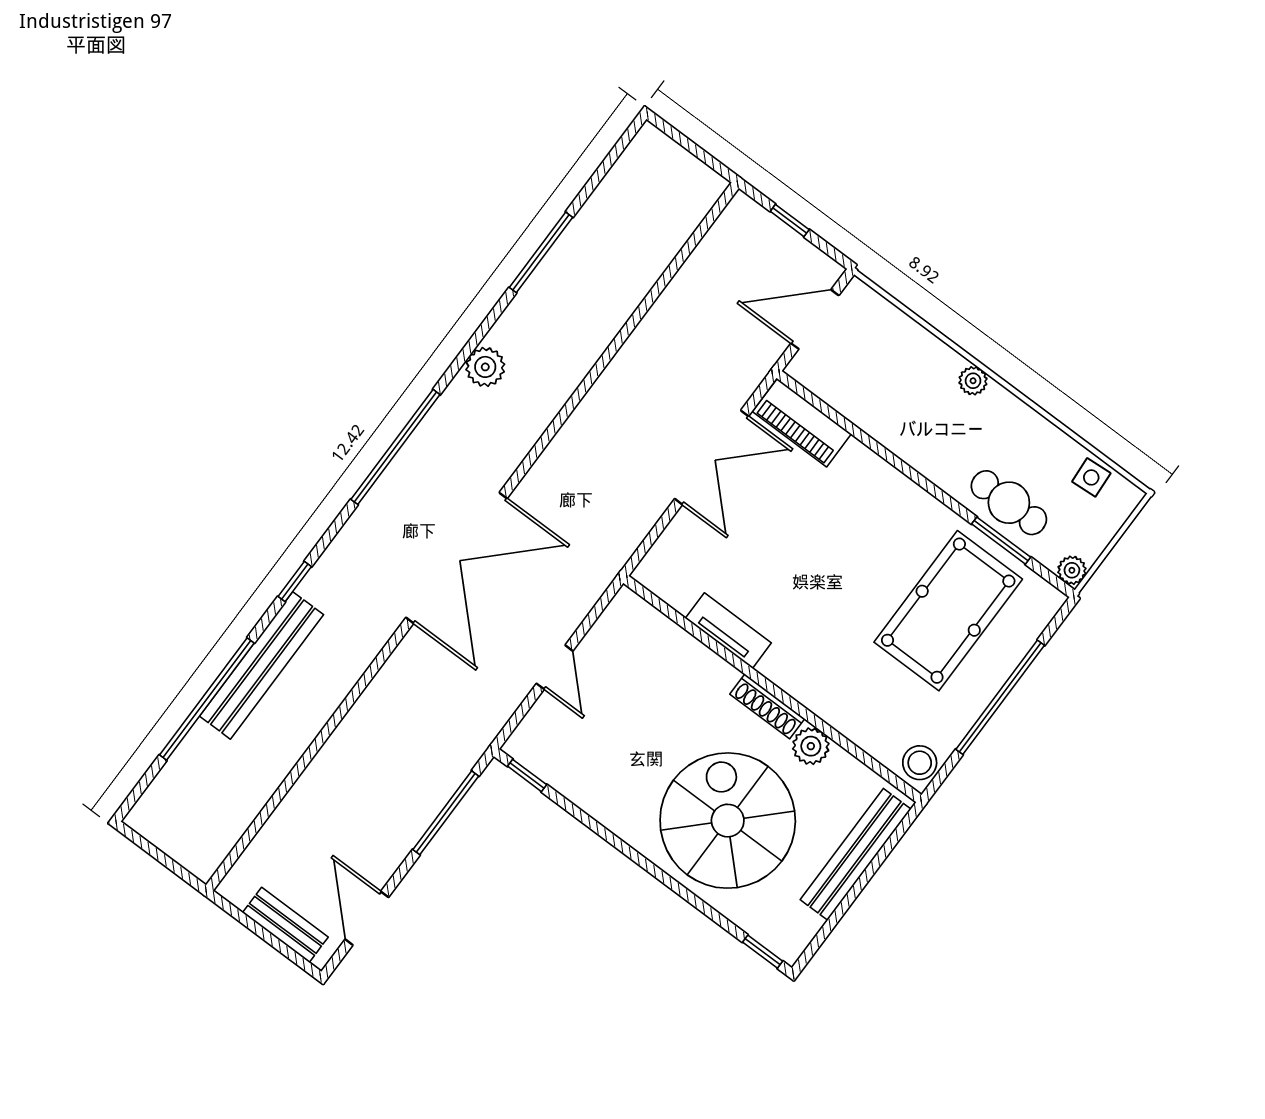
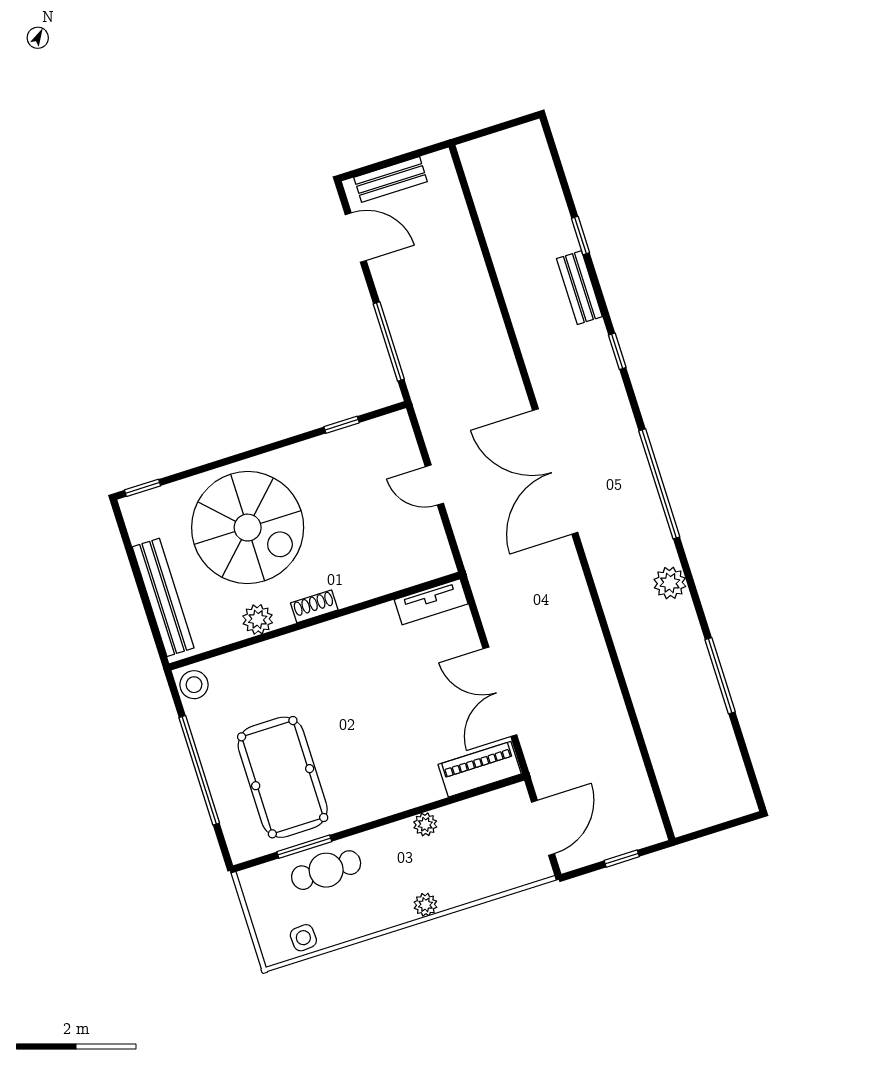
plant: (1072, 570) -> (425, 824), moved
tv unit: (728, 631) -> (431, 602), moved
bench: (262, 665) -> (579, 288), width x0.54, depth x0.82
window: (207, 699) -> (580, 236), width x0.32
shoe rack: (767, 706) -> (314, 606), width x0.70
window: (527, 775) -> (342, 425), moved

